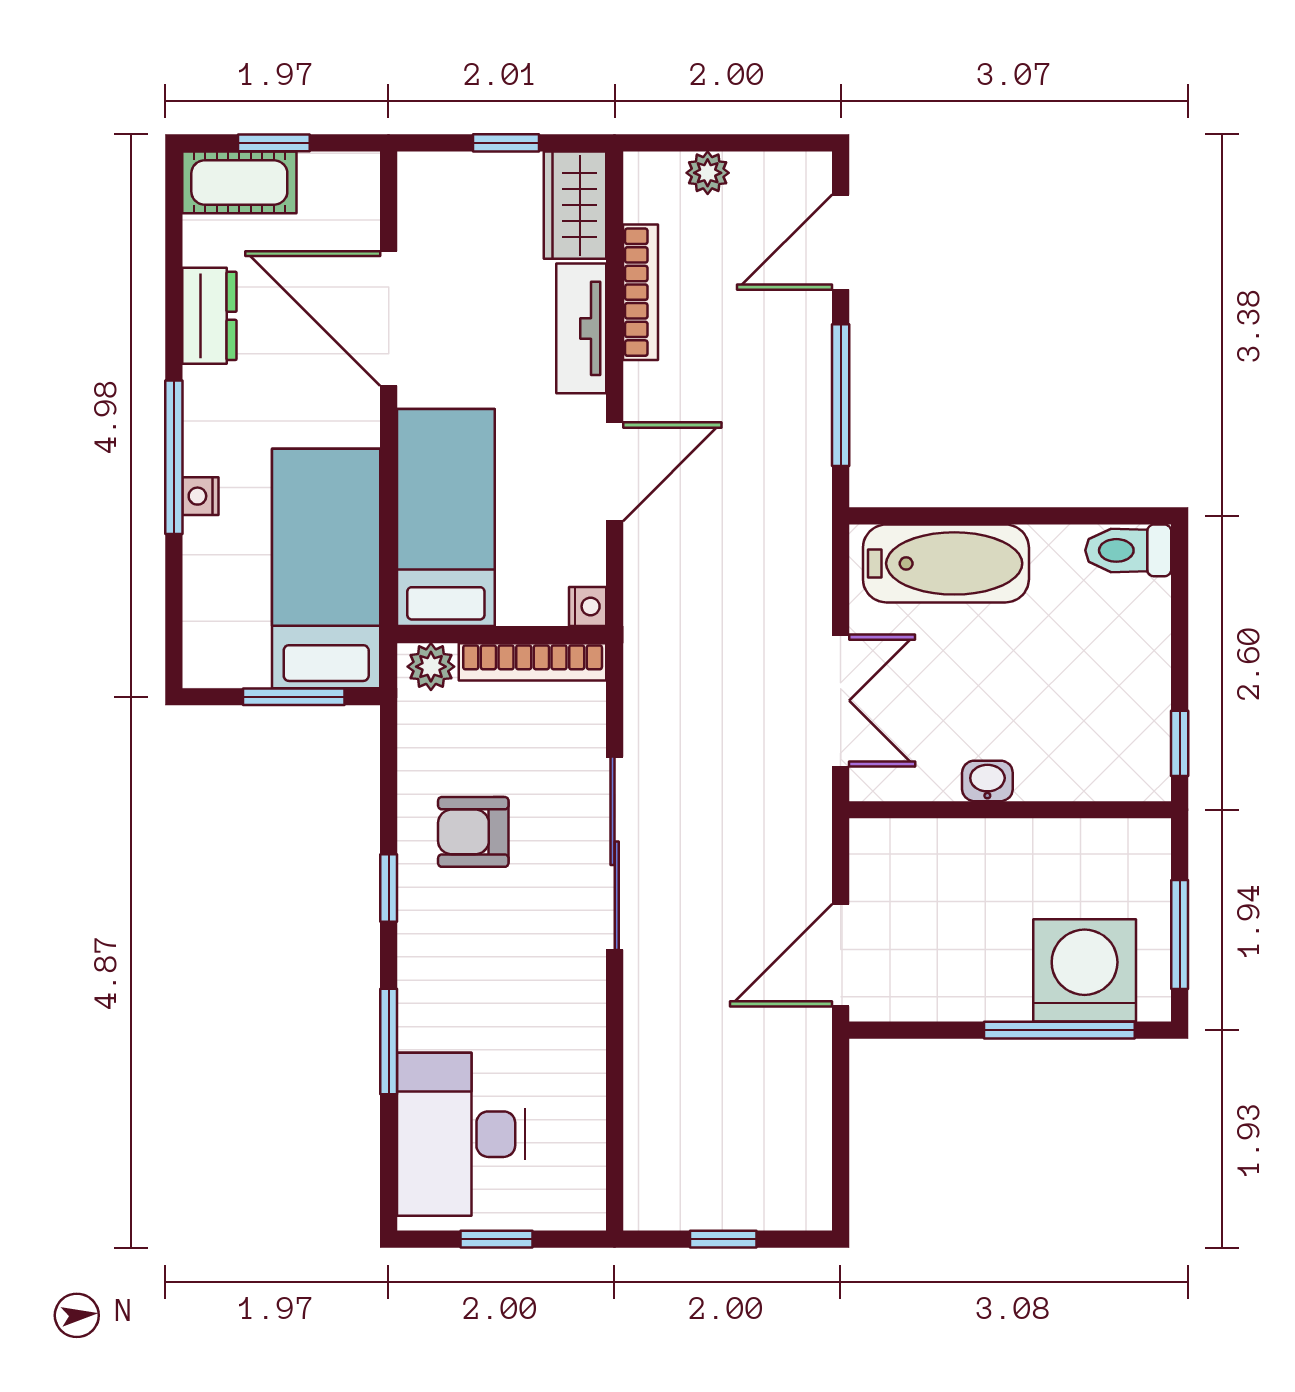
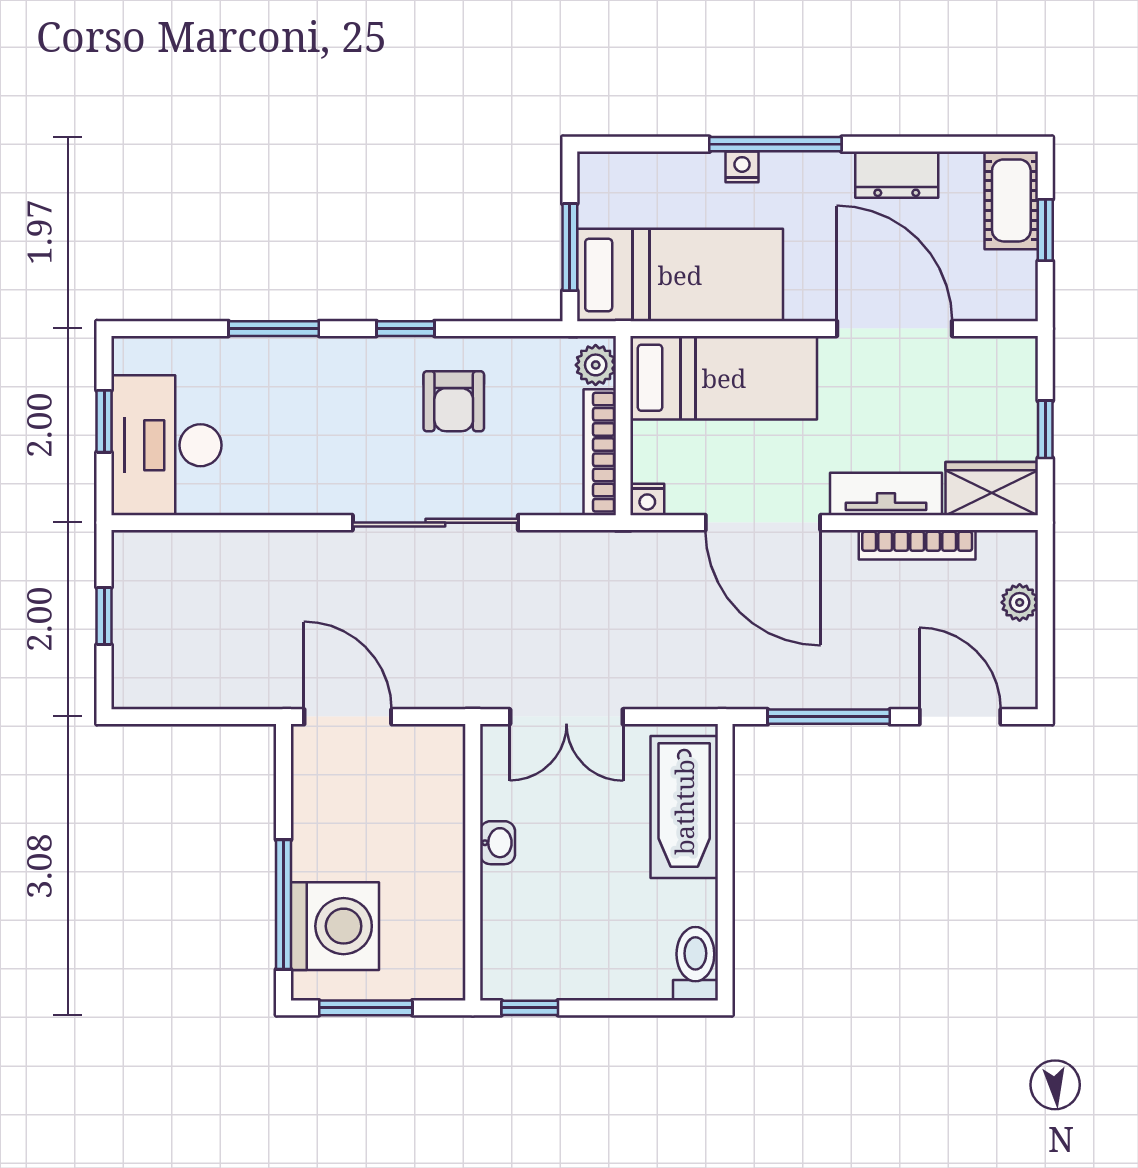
door: (389, 319) -> (895, 329), hinge flipped
door: (615, 472) -> (763, 523), width x1.36
armchair: (473, 832) -> (454, 401), turned 180
desk: (461, 1134) -> (166, 445), moved, turned -90

